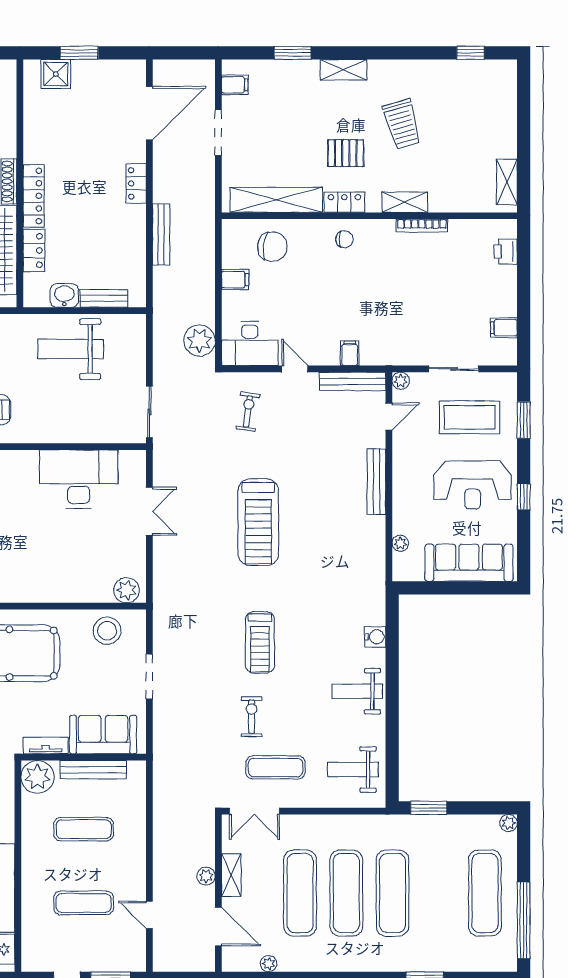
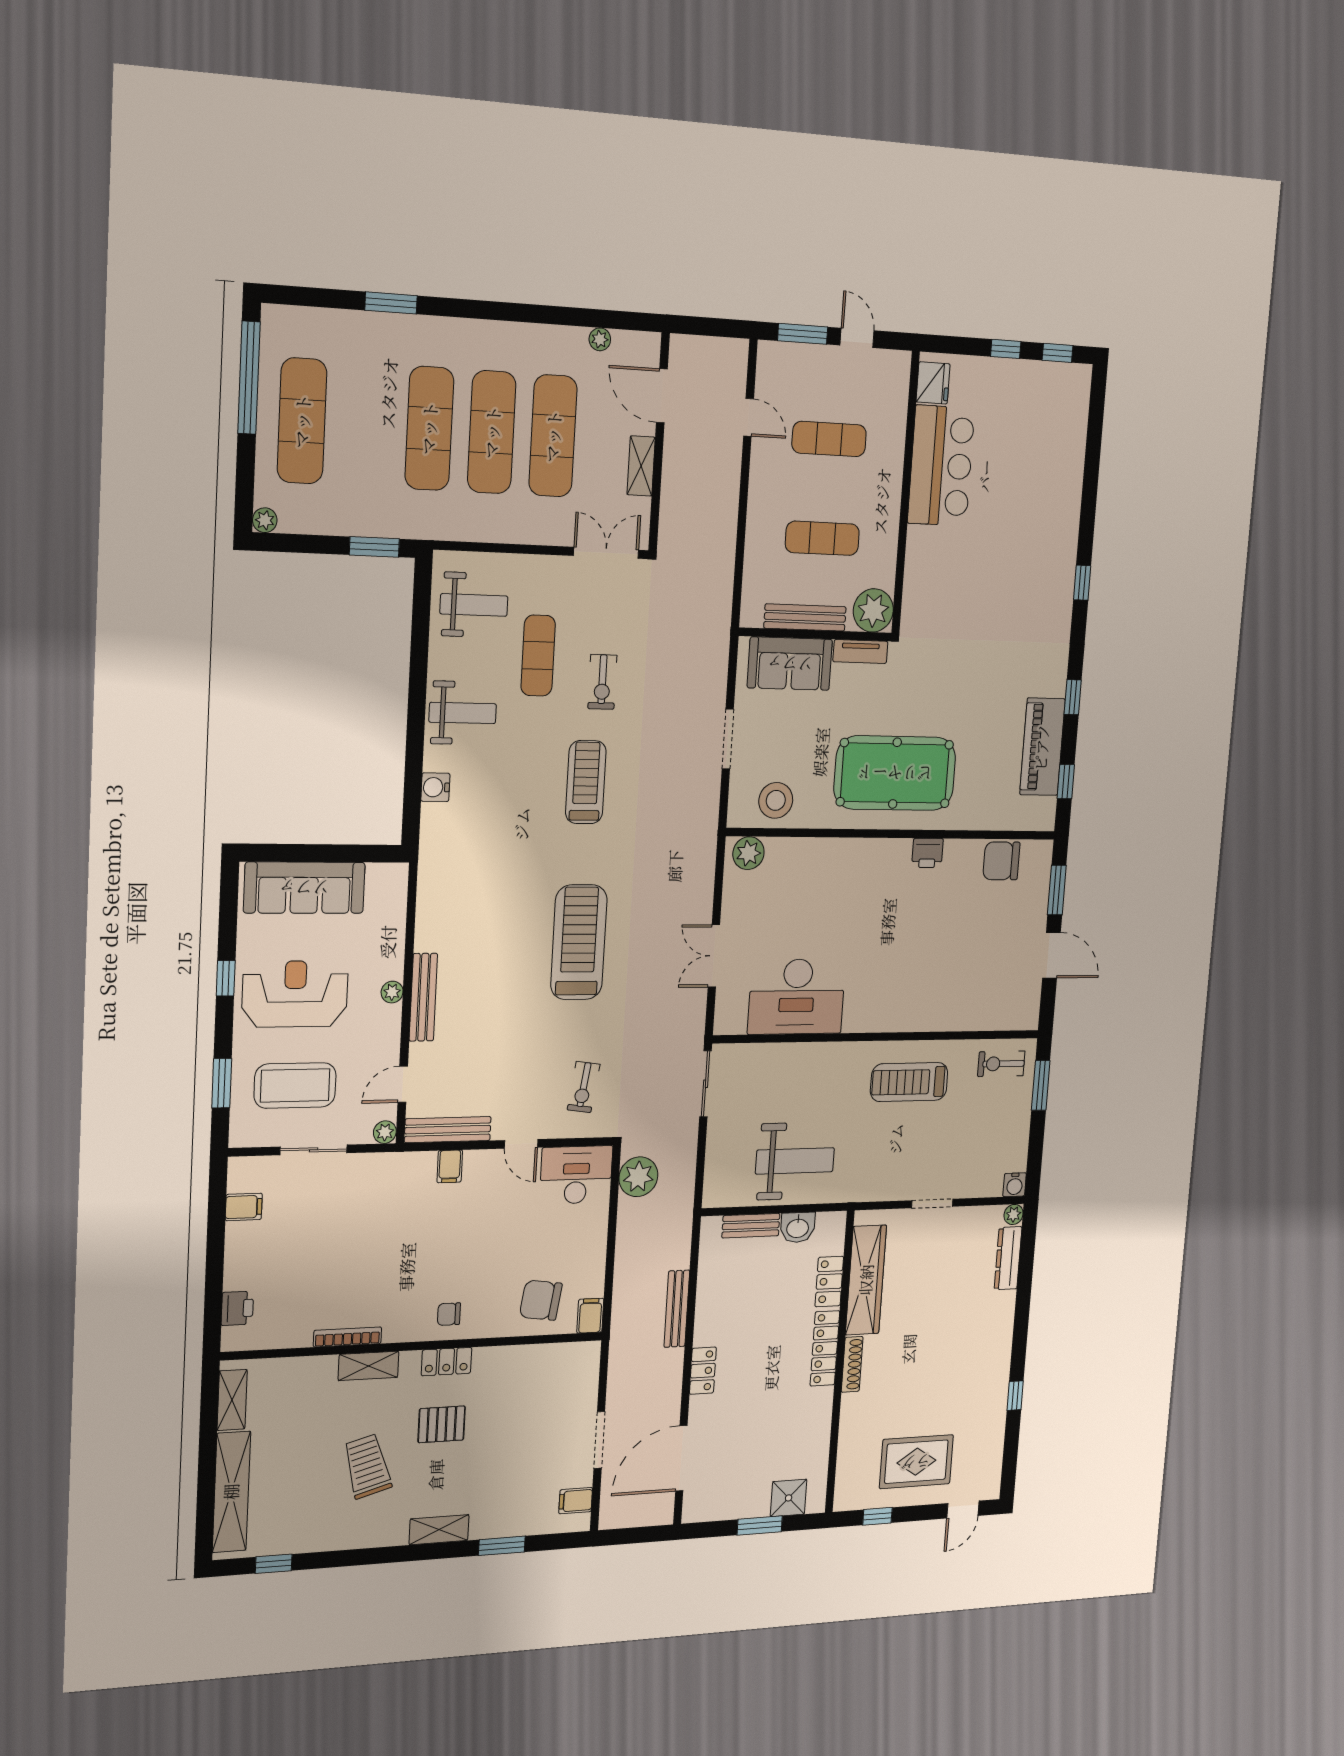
shelving: (276, 200) -> (231, 1492), moved, turned 90
filing cabinet: (235, 280) -> (590, 1316), moved, turned 90
plant: (400, 543) -> (392, 992), moved
exercise mat: (276, 767) -> (538, 656), moved, turned 90
plant: (206, 876) -> (673, 466), removed

